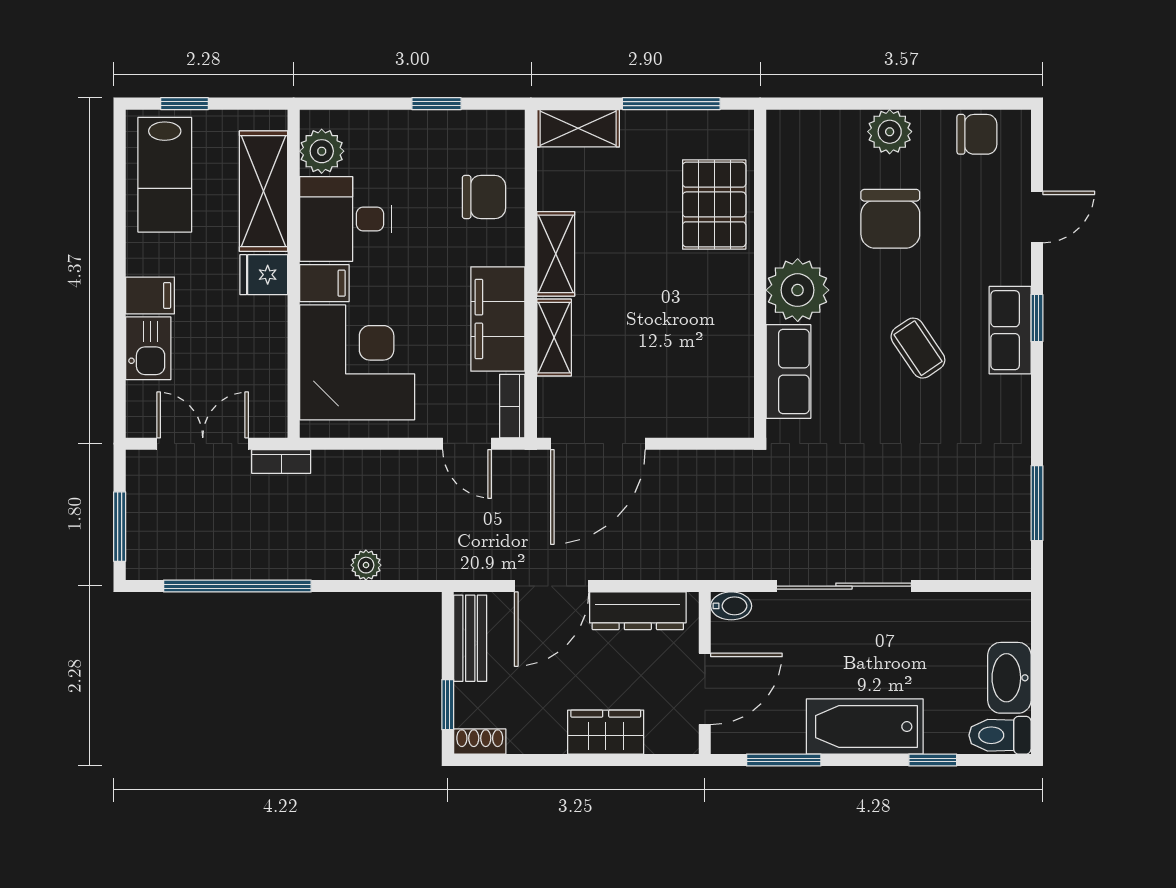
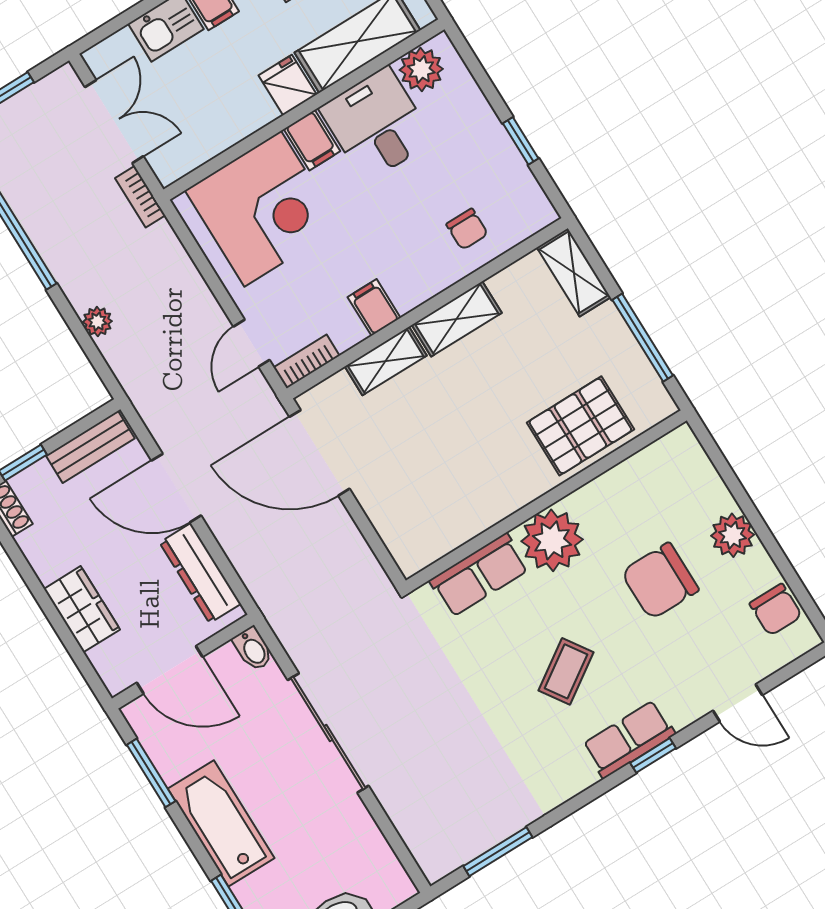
chair: (484, 197) -> (467, 229), width x0.73, depth x0.73
filing cabinet: (498, 319) -> (374, 307), width x0.33, depth x0.86

